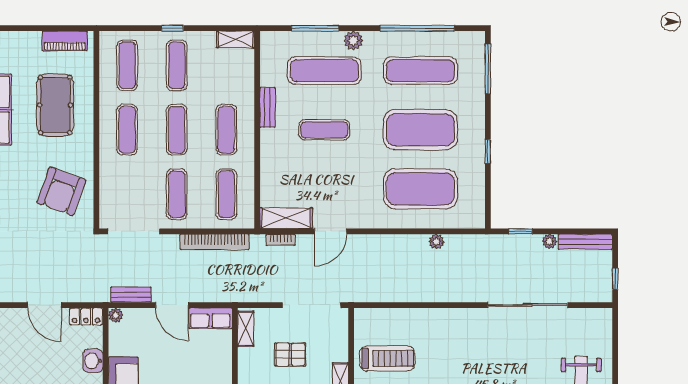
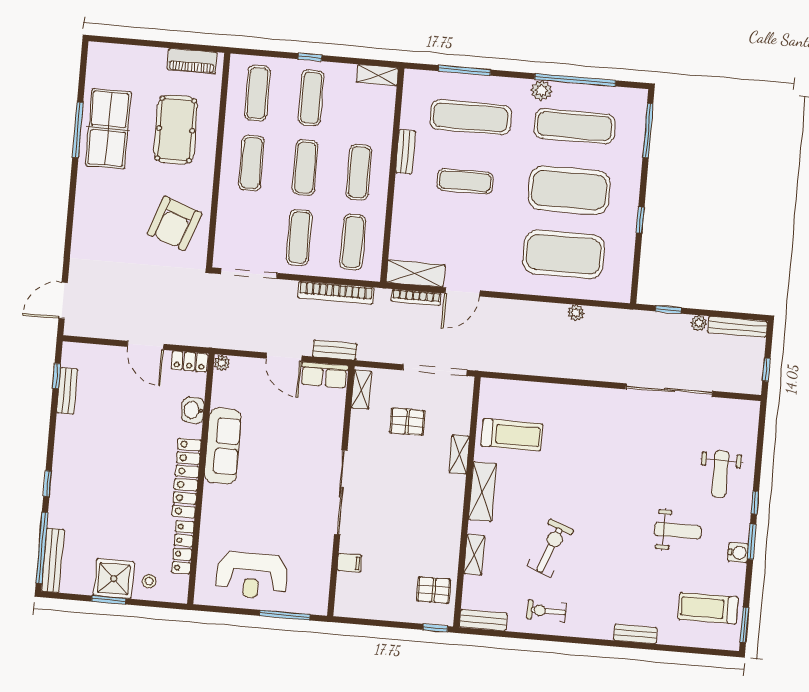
plant: (353, 41) -> (542, 91), moved
bookcase: (281, 240) -> (416, 297), width x1.56
bench: (131, 295) -> (335, 350), moved

